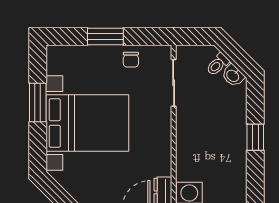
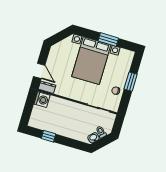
window: (255, 137) -> (48, 136), moved

